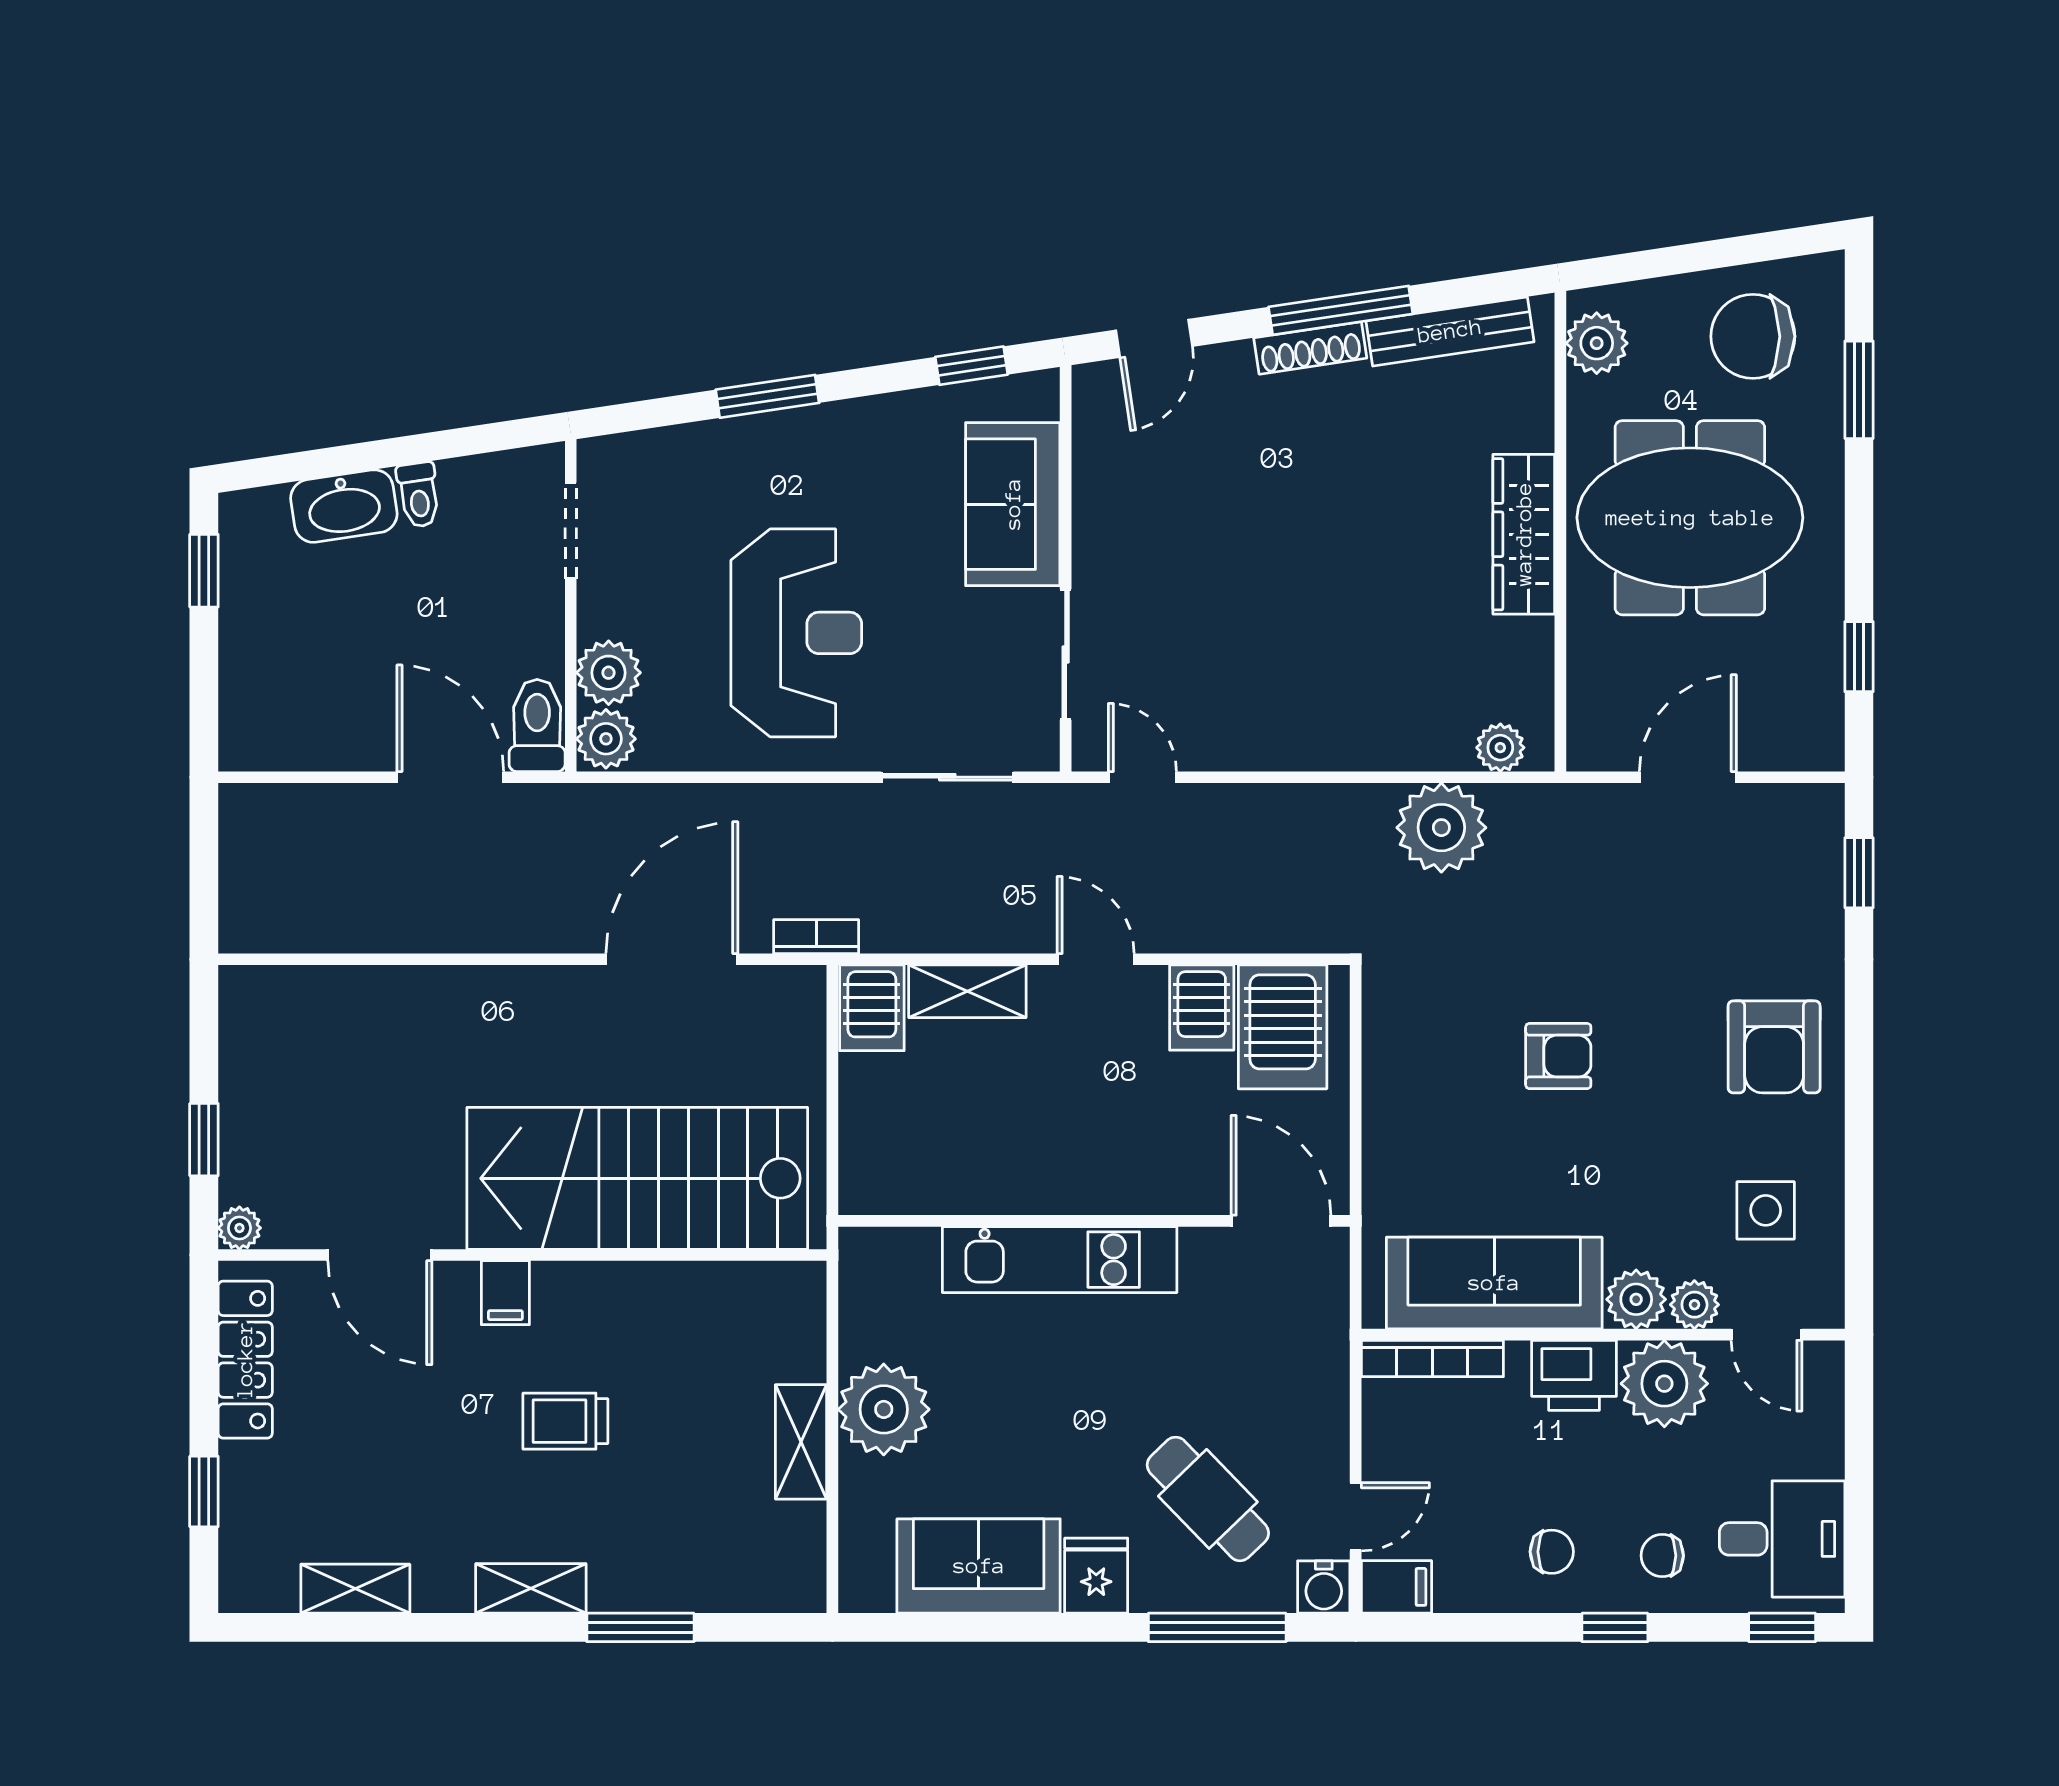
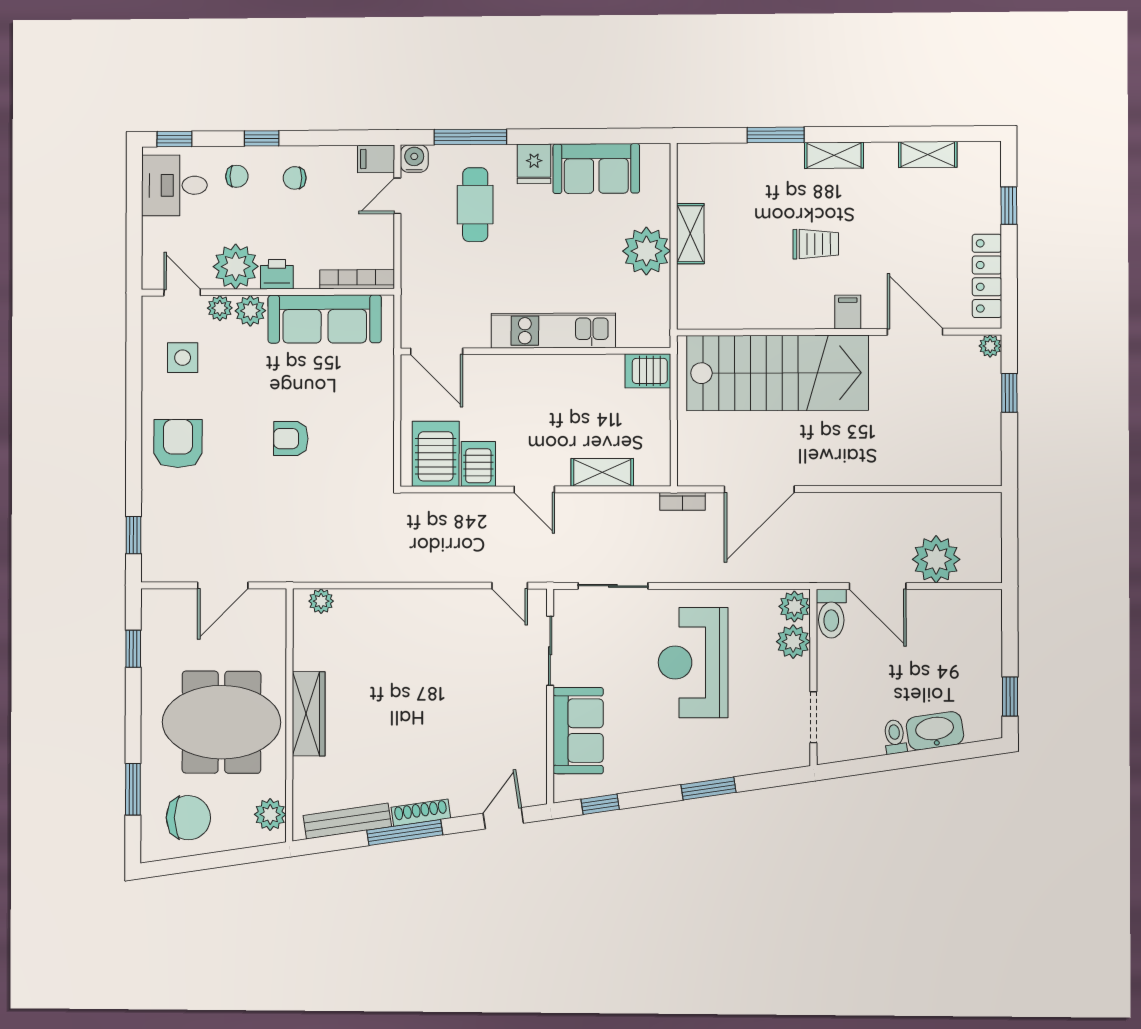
plant: (1441, 828) -> (936, 559), moved
server rack: (872, 1008) -> (648, 371), moved, turned -90
printer: (1574, 1375) -> (277, 274), width x0.73, depth x0.81
cafe table: (1208, 1499) -> (475, 205), turned 44

